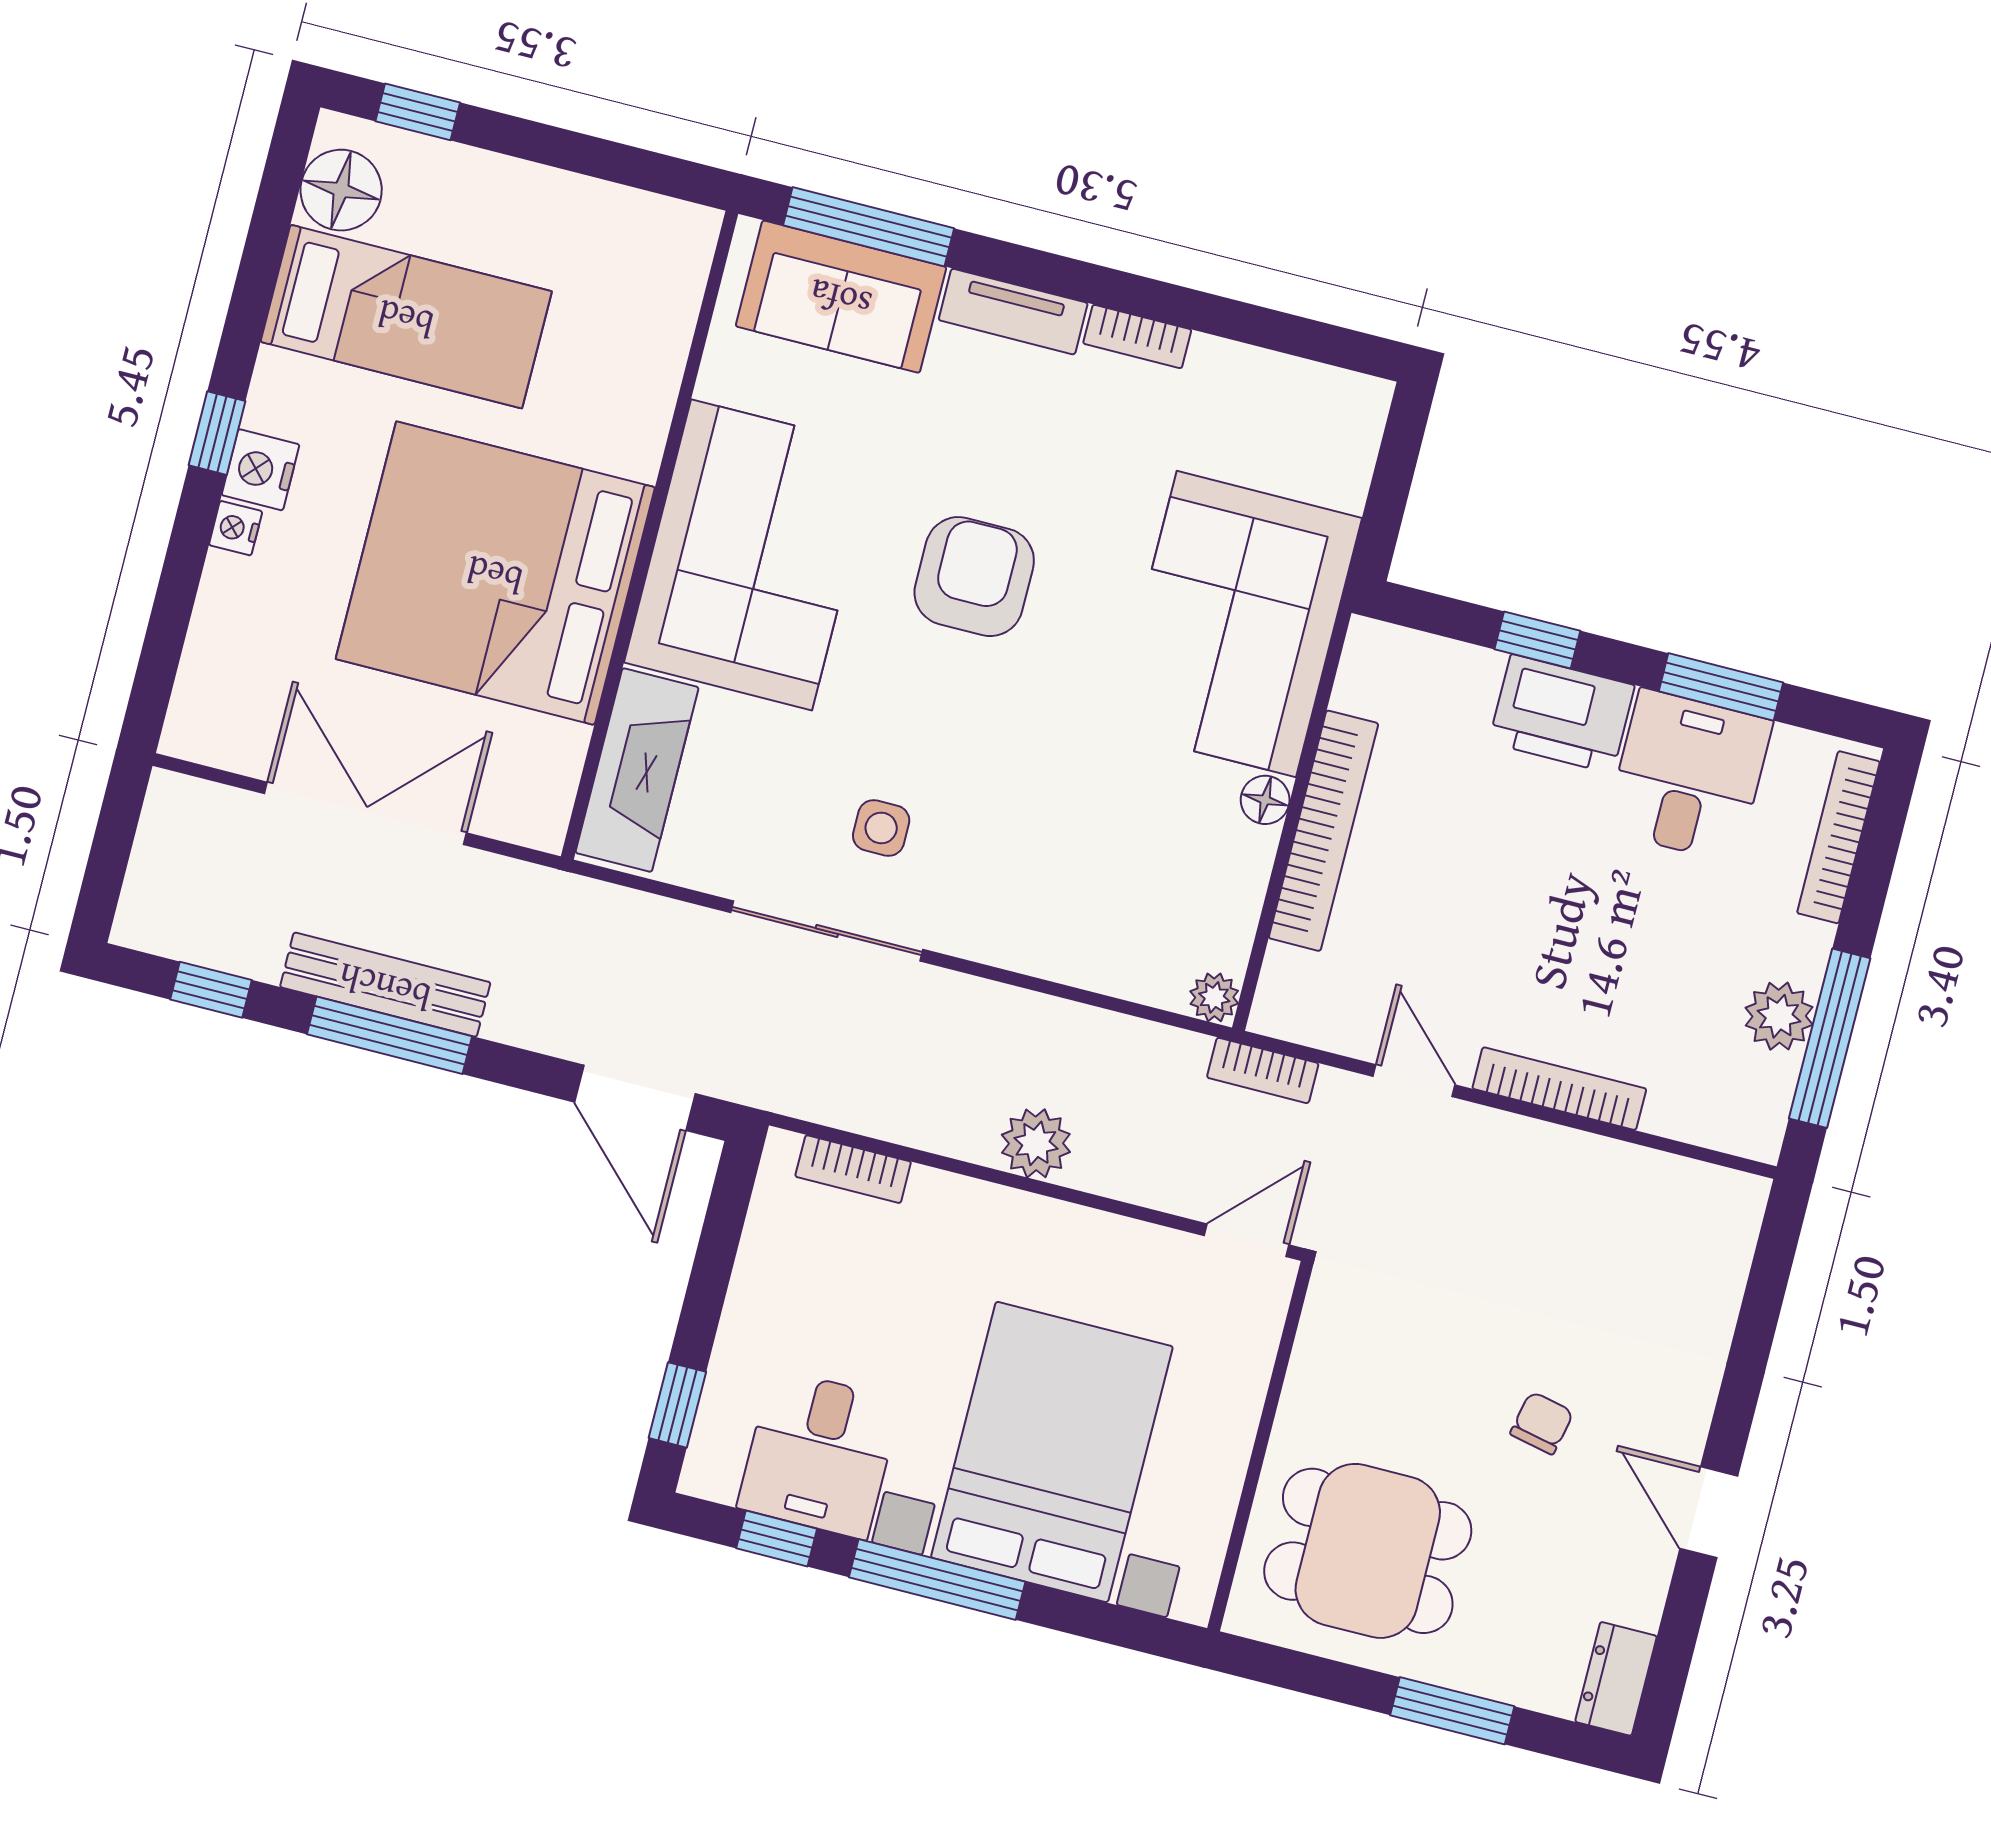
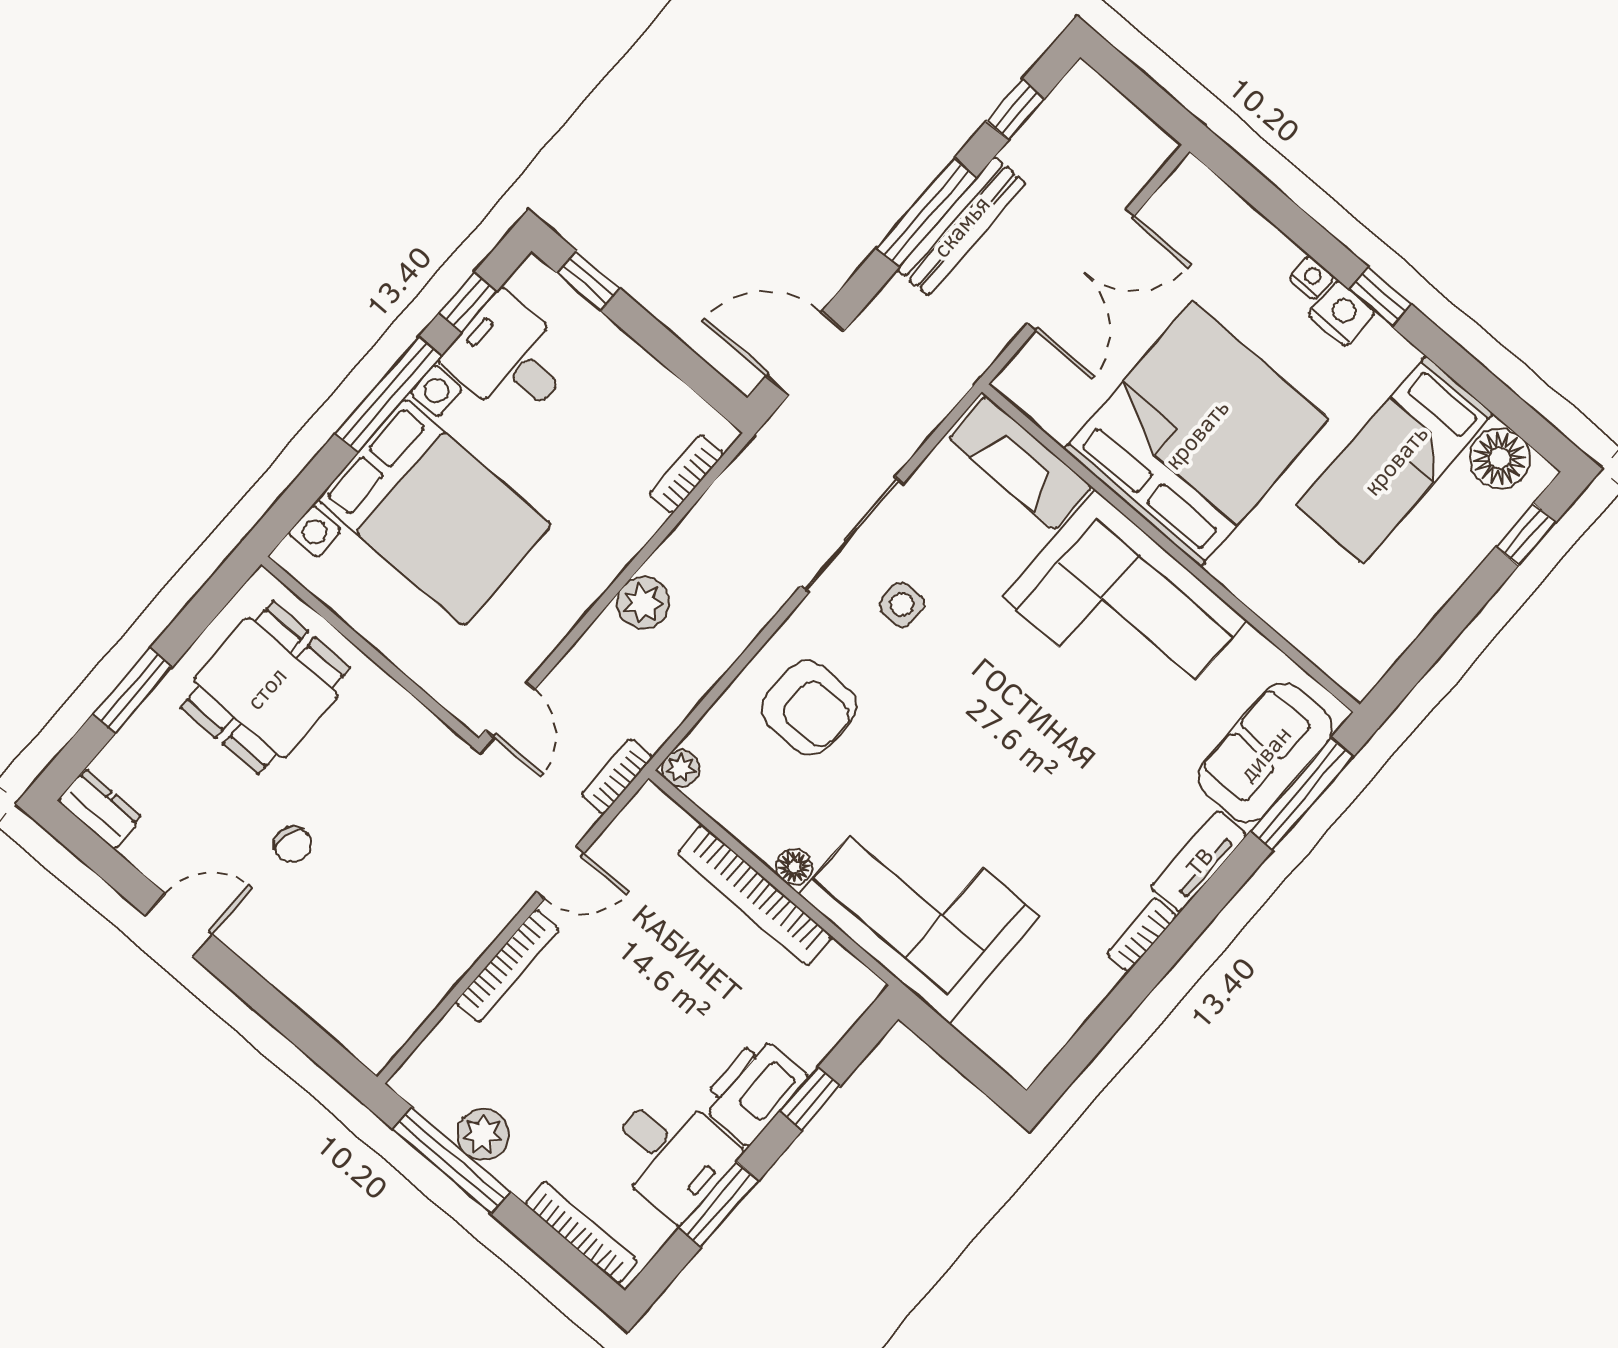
armchair: (974, 577) -> (809, 708), moved

